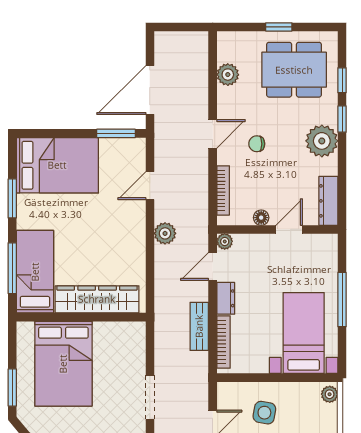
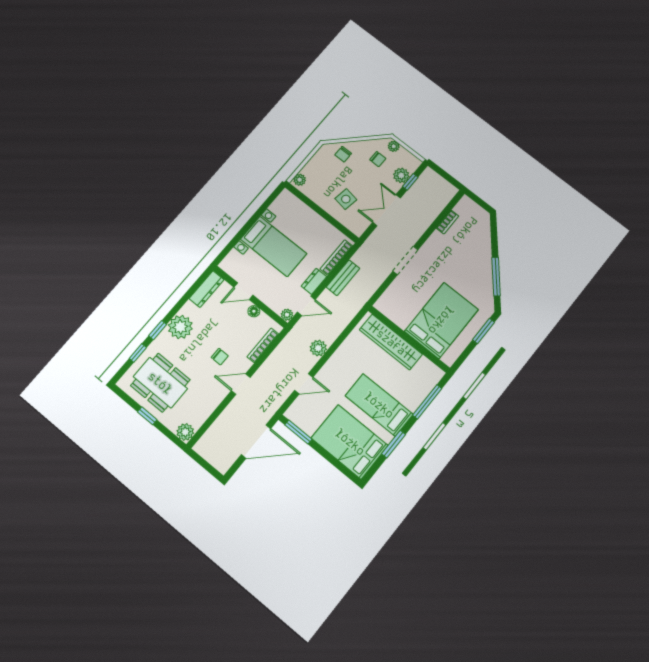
plant: (228, 75) -> (185, 432), moved
bed: (35, 272) -> (379, 405), moved, turned 90
window: (342, 300) -> (247, 227), removed
bed with nightstands: (304, 333) -> (273, 246), moved, turned -90

